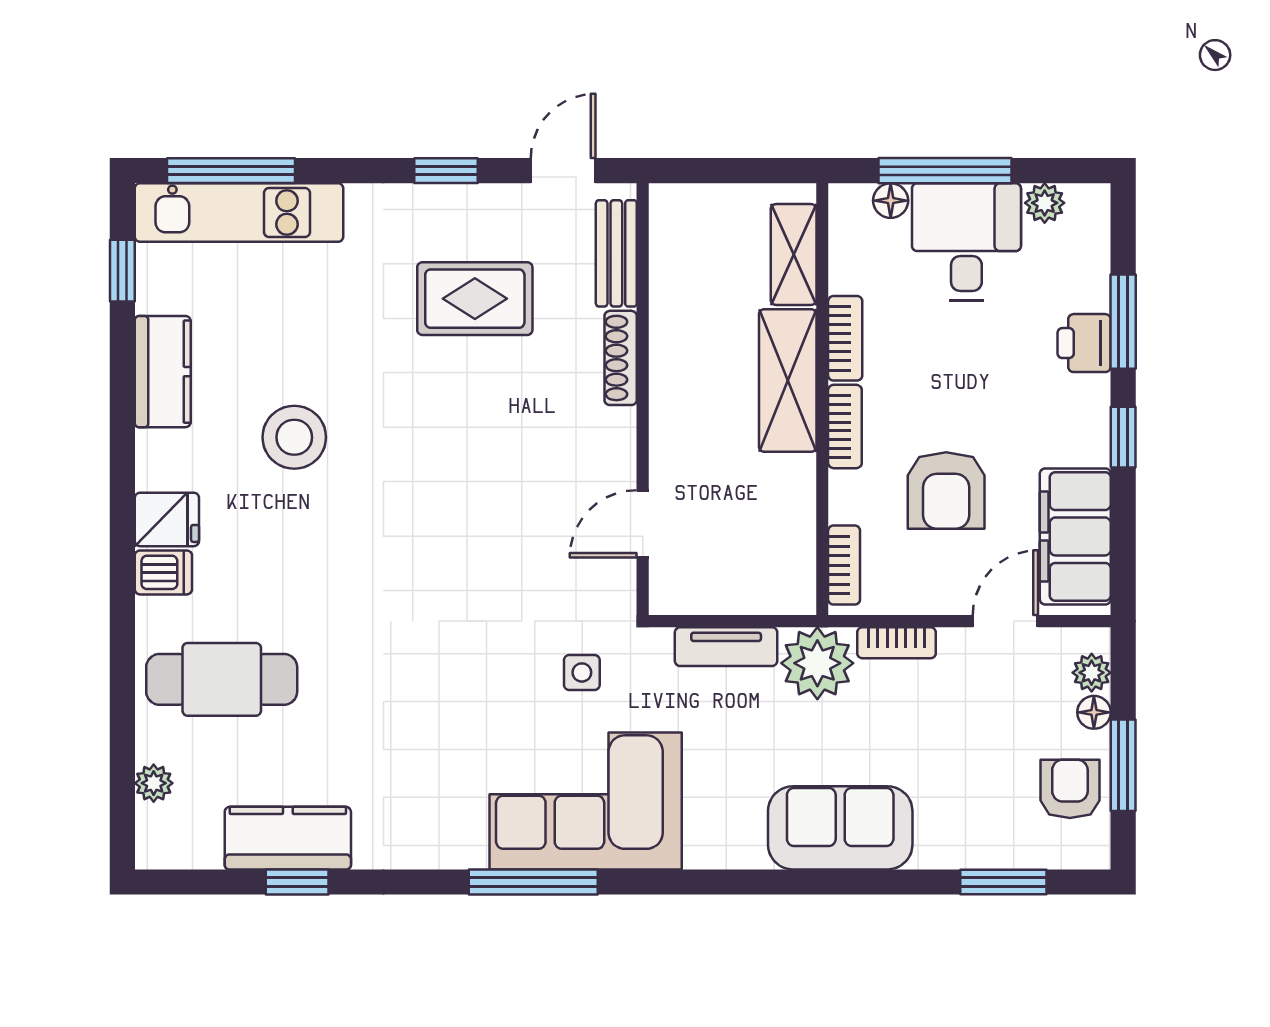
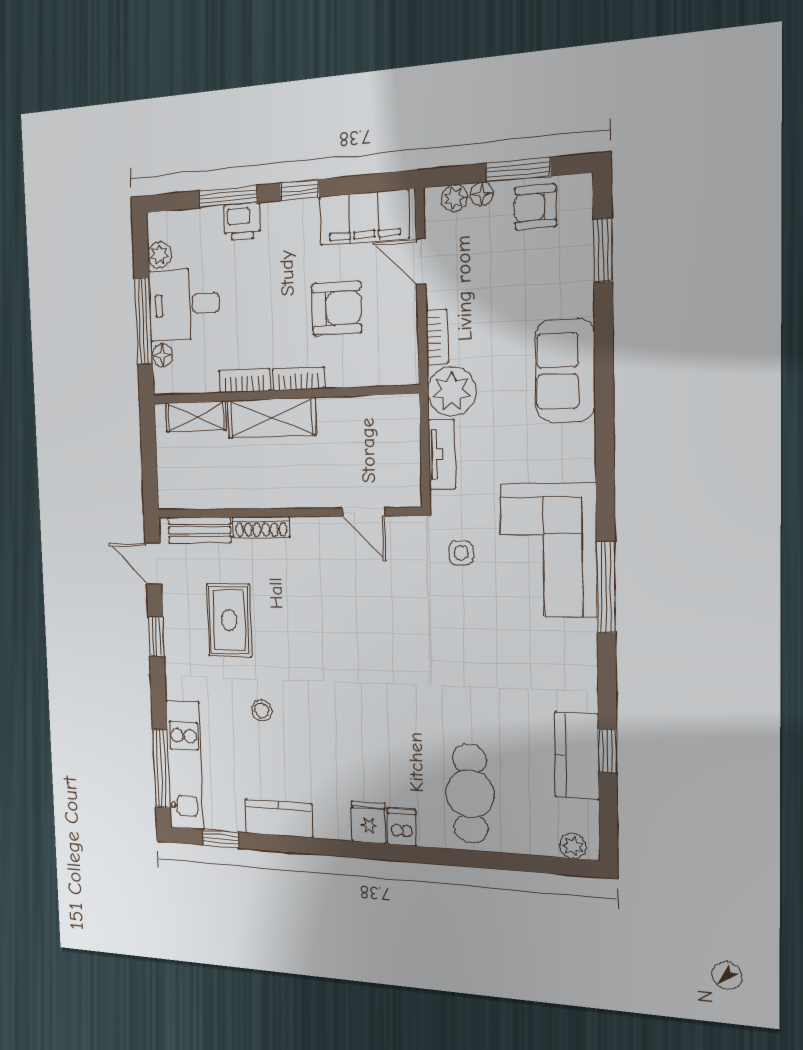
stool: (294, 437) -> (262, 710), moved, width x0.53, depth x0.53
bookcase: (844, 565) -> (386, 375), removed
plant: (154, 783) -> (573, 846), moved

